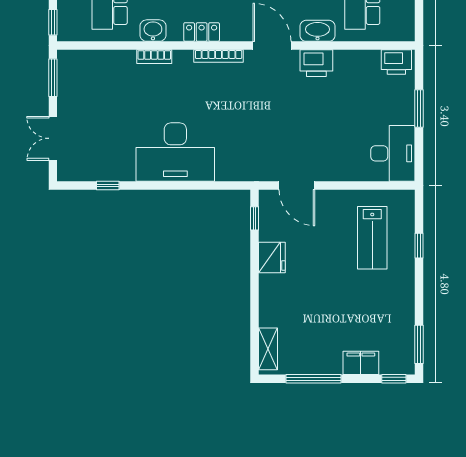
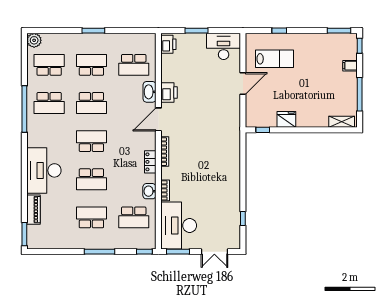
desk: (175, 152) -> (179, 226), moved, turned 180
door: (297, 185) -> (243, 84), moved
filing cabinet: (361, 363) -> (350, 66), width x0.50

